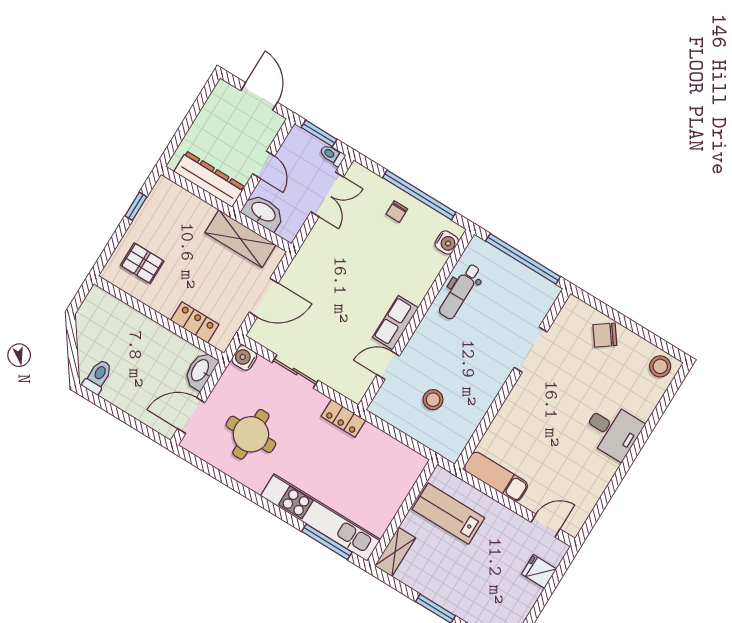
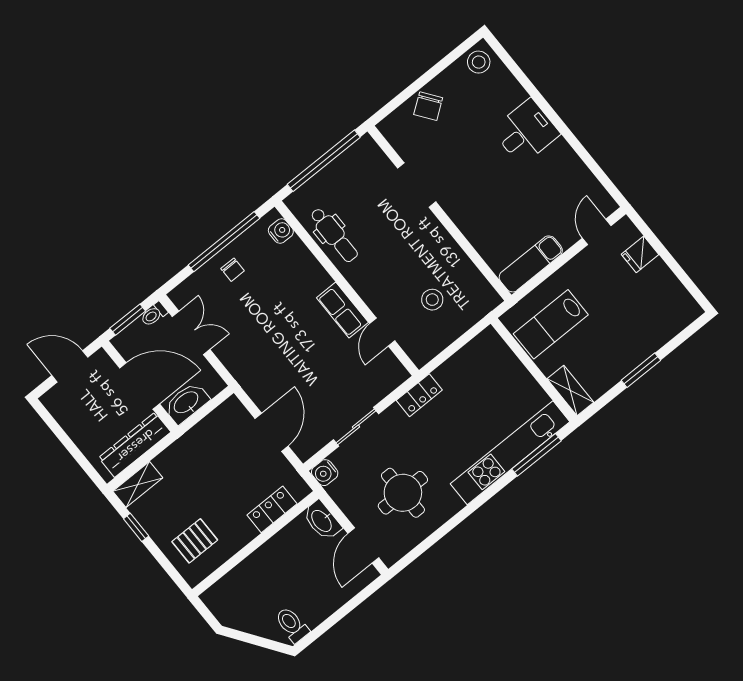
door: (264, 165) -> (140, 386), width x1.87
shelving: (240, 239) -> (138, 484), moved, width x0.67, depth x0.75

